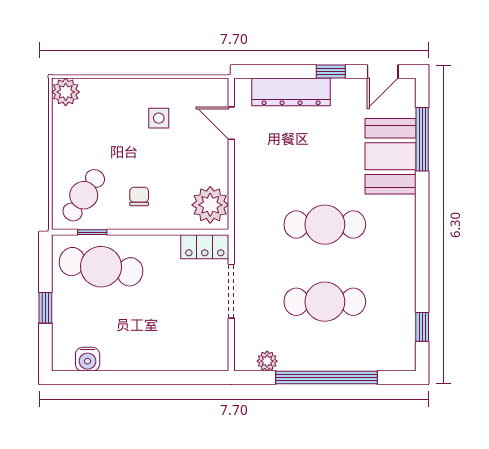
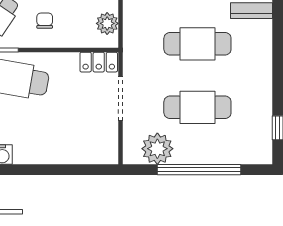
plant: (210, 205) -> (107, 23), width x0.73, depth x0.73
plant: (267, 361) -> (157, 149), width x1.87, depth x1.87

